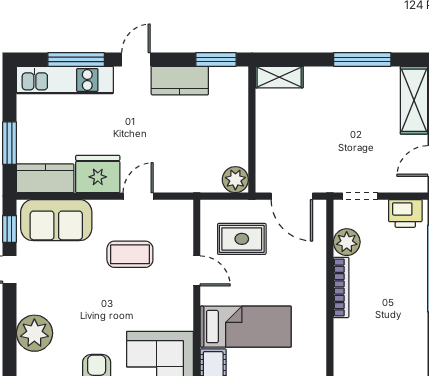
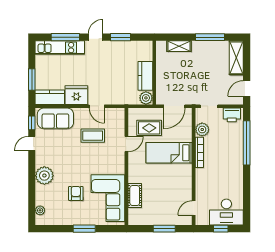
window: (216, 59) -> (120, 37), moved
shelving: (279, 77) -> (179, 46), moved
kitchen counter: (180, 81) -> (145, 76), moved, turned 90
door: (138, 196) -> (97, 106), swing flipped
door: (292, 196) -> (174, 106), hinge flipped
door: (197, 271) -> (126, 144), hinge flipped
bed: (246, 327) -> (169, 153), moved, turned 180

